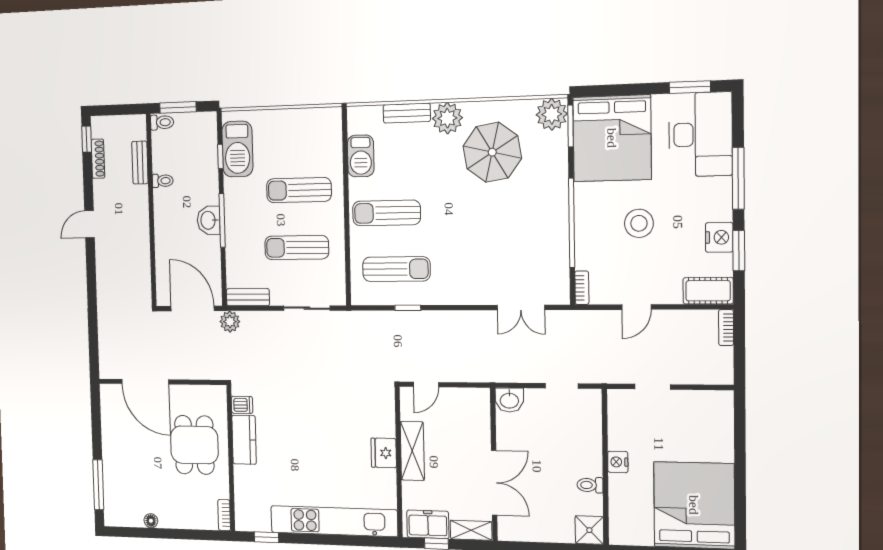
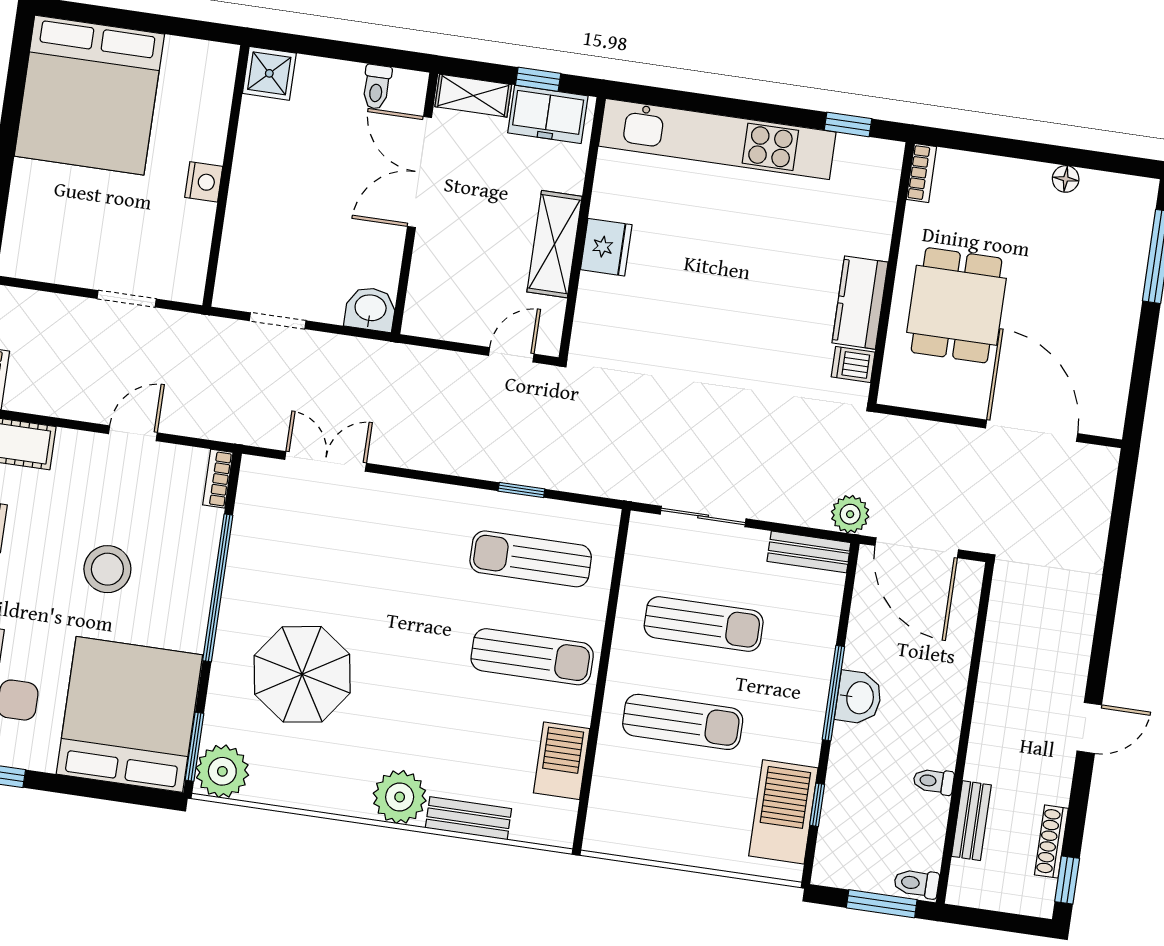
parasol: (492, 152) -> (302, 674), moved
toilet: (590, 485) -> (377, 87), moved, turned 90

